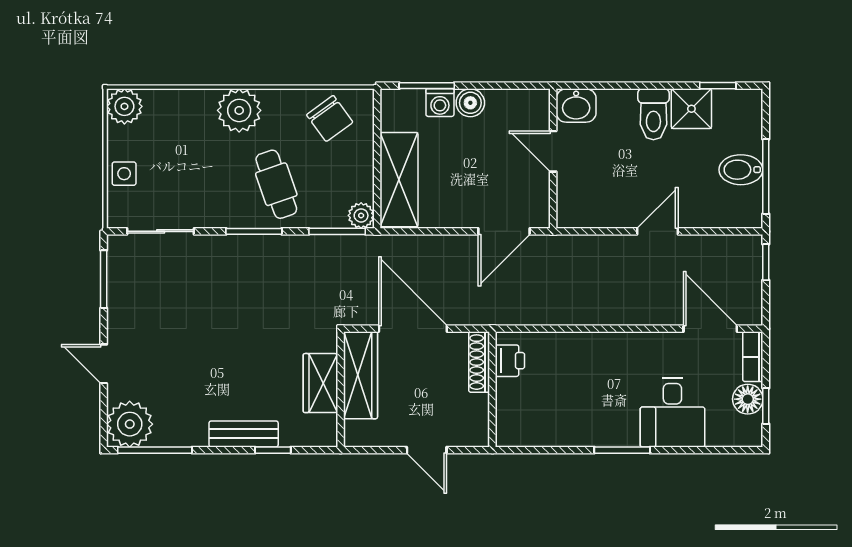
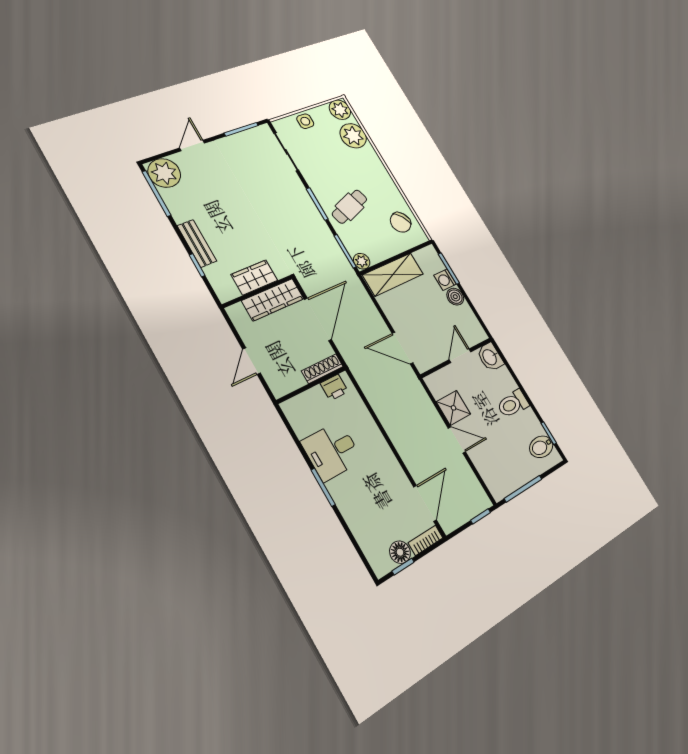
shower: (691, 109) -> (454, 408), moved
plant: (239, 110) -> (353, 136), moved
bidet: (741, 170) -> (541, 447), moved, turned -90
desk: (672, 412) -> (332, 451), moved

